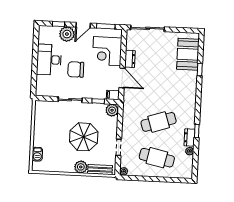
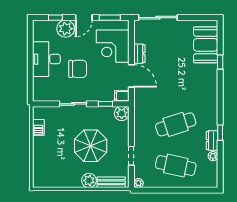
chair: (76, 69) -> (78, 69), turned 180
barbecue: (37, 154) -> (38, 127), moved

